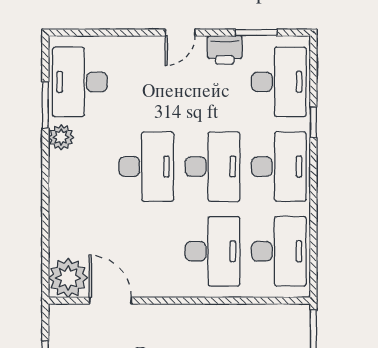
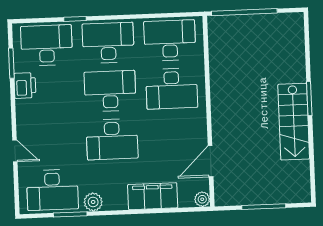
door: (180, 33) -> (15, 151), moved
desk: (146, 167) -> (112, 139), turned 180
filing cabinet: (66, 219) -> (153, 196), added
desk: (212, 251) -> (172, 89), turned 180
plant: (68, 278) -> (202, 199), width x0.53, depth x0.53

